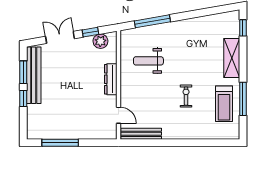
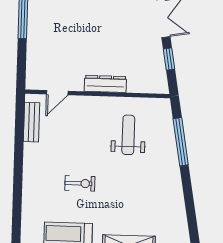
plant: (100, 41) -> (156, 72), removed
bench: (141, 134) -> (32, 122), width x0.73

